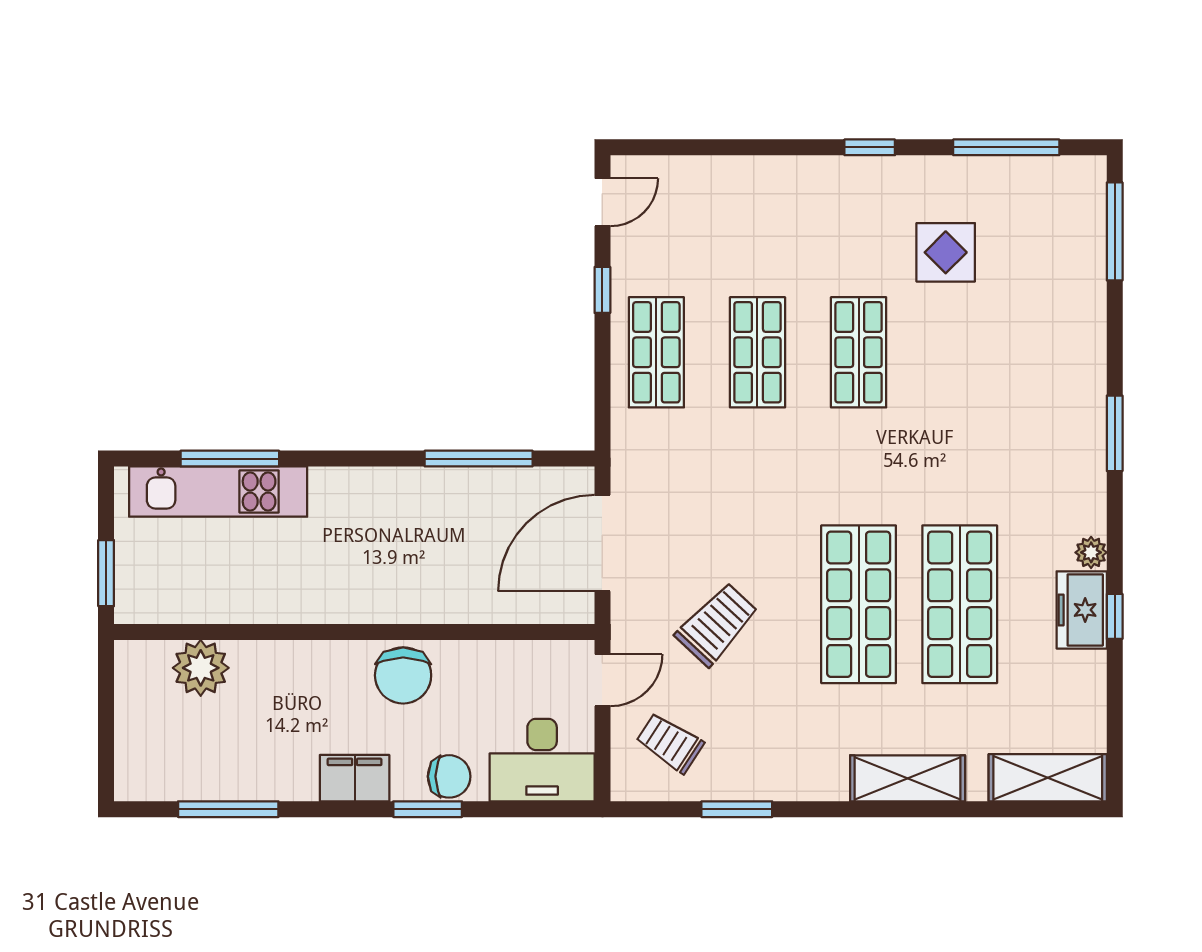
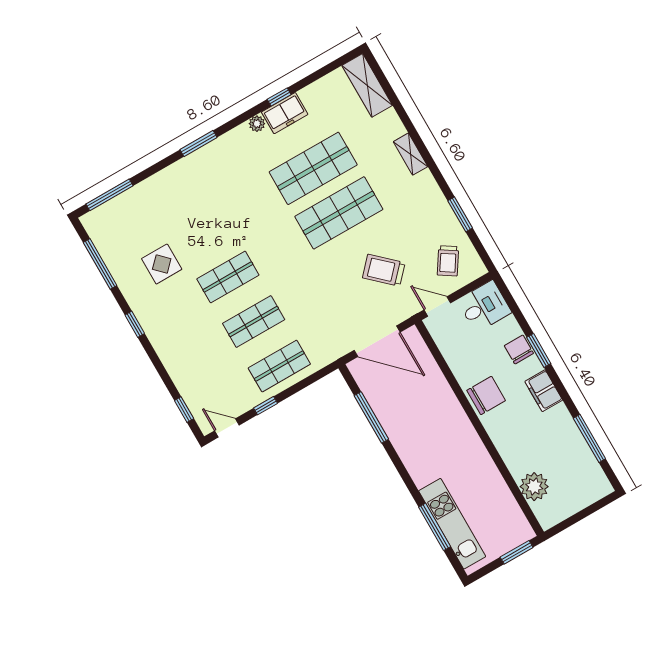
window: (676, 147) -> (184, 410), added
desk: (542, 760) -> (484, 306), width x0.73
shelving: (908, 778) -> (411, 154), width x0.67, depth x0.75

